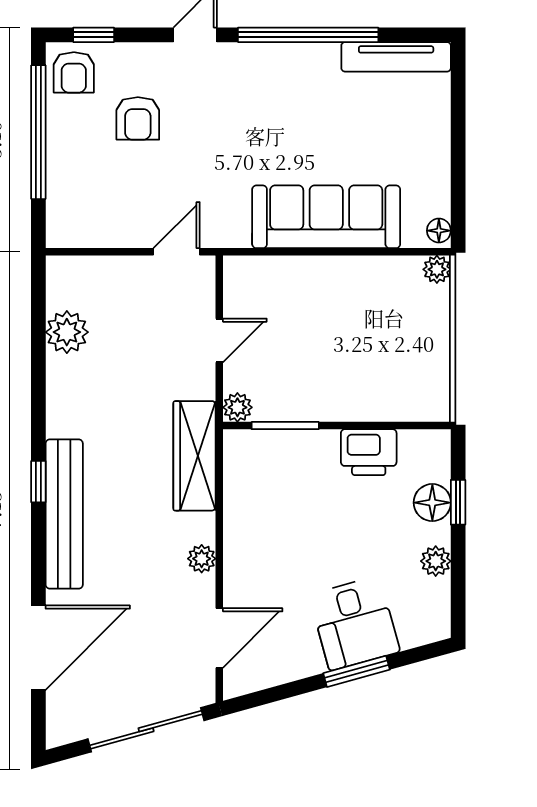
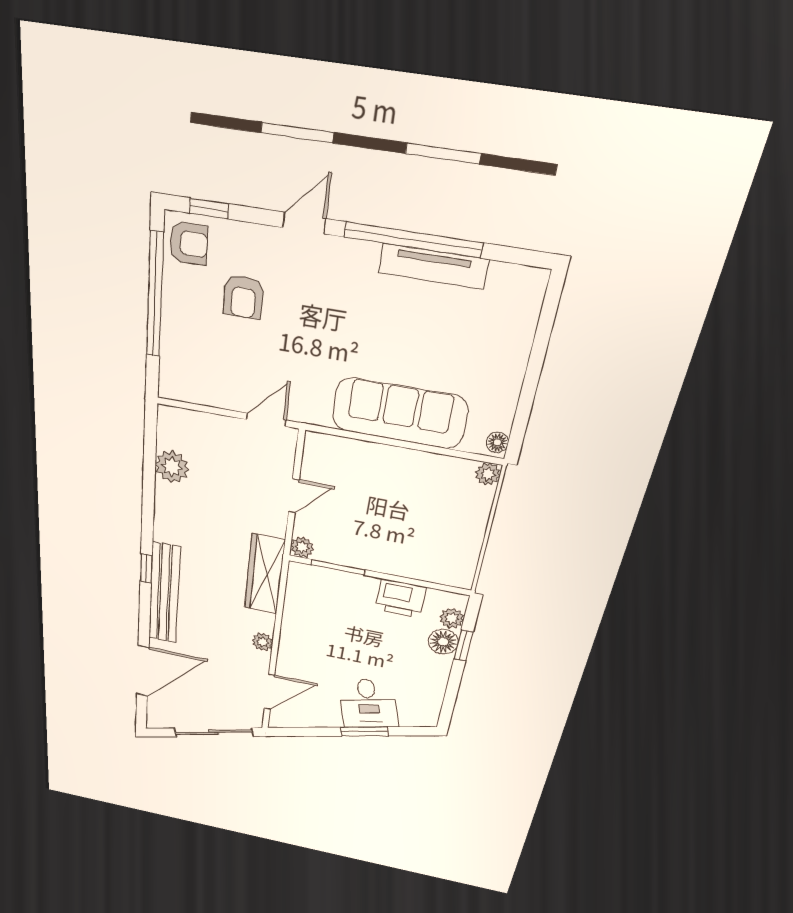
tv unit: (396, 57) -> (433, 266), moved
armchair: (74, 72) -> (189, 243), turned -90
plant: (436, 561) -> (452, 618), moved

